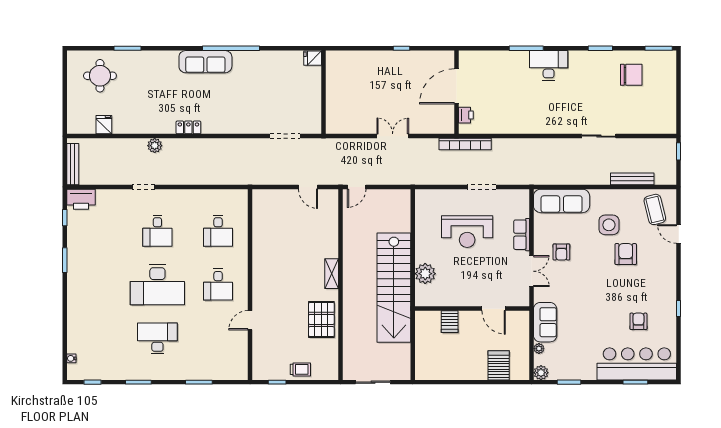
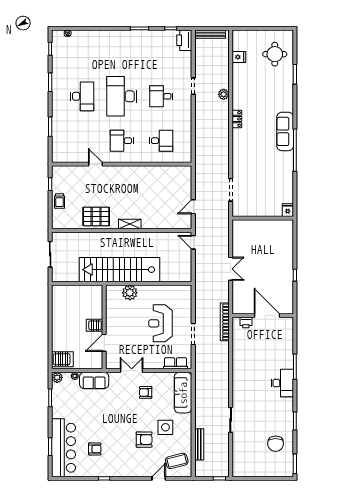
desk: (218, 231) -> (161, 141), turned 180
row of seats: (522, 235) -> (176, 363), moved
double door: (531, 271) -> (132, 371), swing flipped
server rack: (450, 322) -> (94, 325), moved
server rack: (499, 365) -> (62, 359), moved

